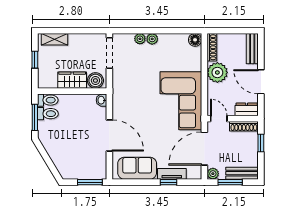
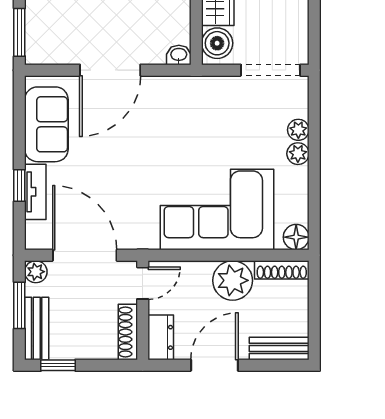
corner sofa: (181, 101) -> (217, 210), moved
window: (261, 143) -> (58, 365), moved

